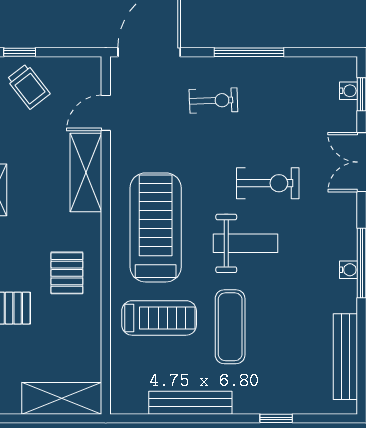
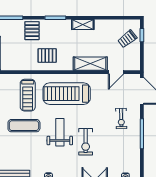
door: (106, 113) -> (116, 72), swing flipped
treadmill: (156, 227) -> (67, 94), turned 180
weight bench: (246, 243) -> (60, 132), turned 180

